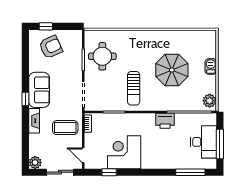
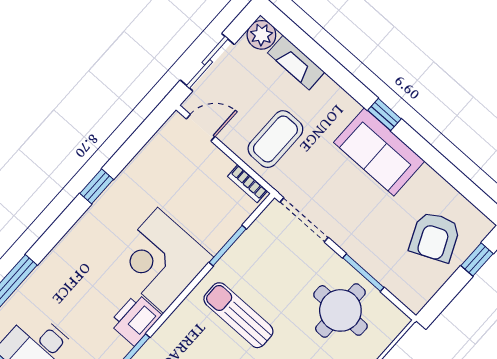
fireplace: (34, 121) -> (296, 63), moved
corner desk: (124, 152) -> (161, 260), moved, turned 180
window: (109, 172) -> (97, 186), moved

